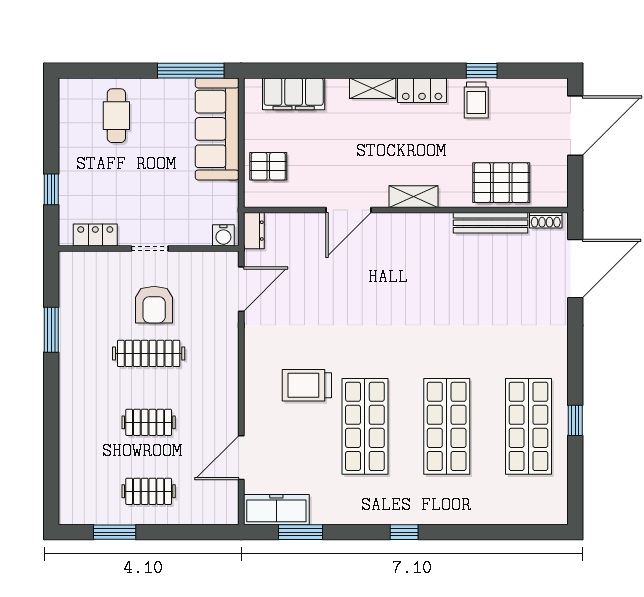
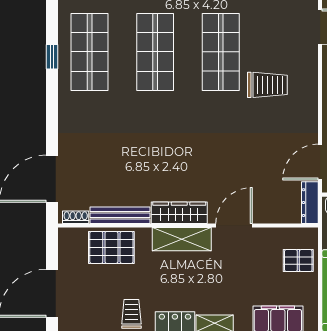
shelving: (414, 197) -> (182, 239), width x1.50, depth x1.33
wardrobe: (417, 226) -> (179, 213), added
dresser: (254, 231) -> (310, 203), width x1.44

